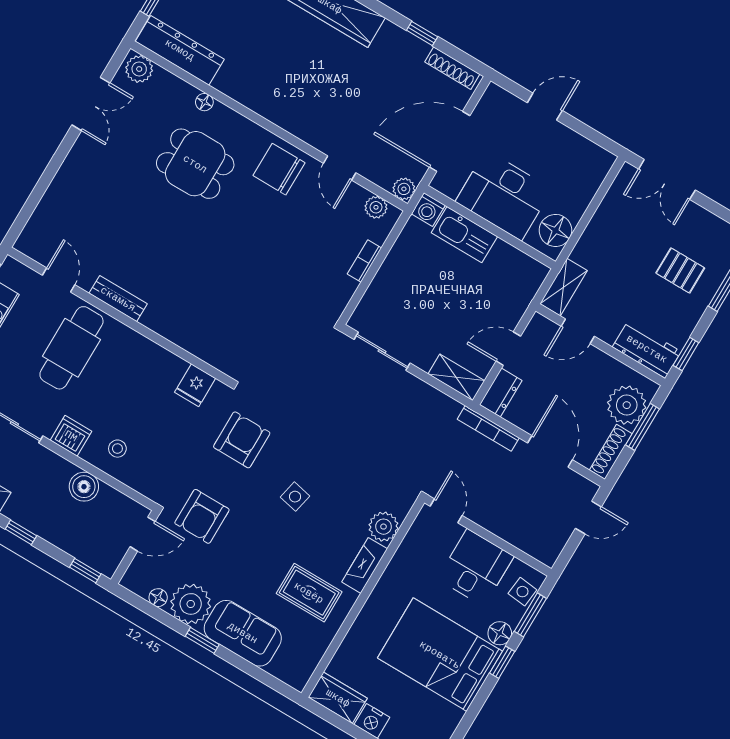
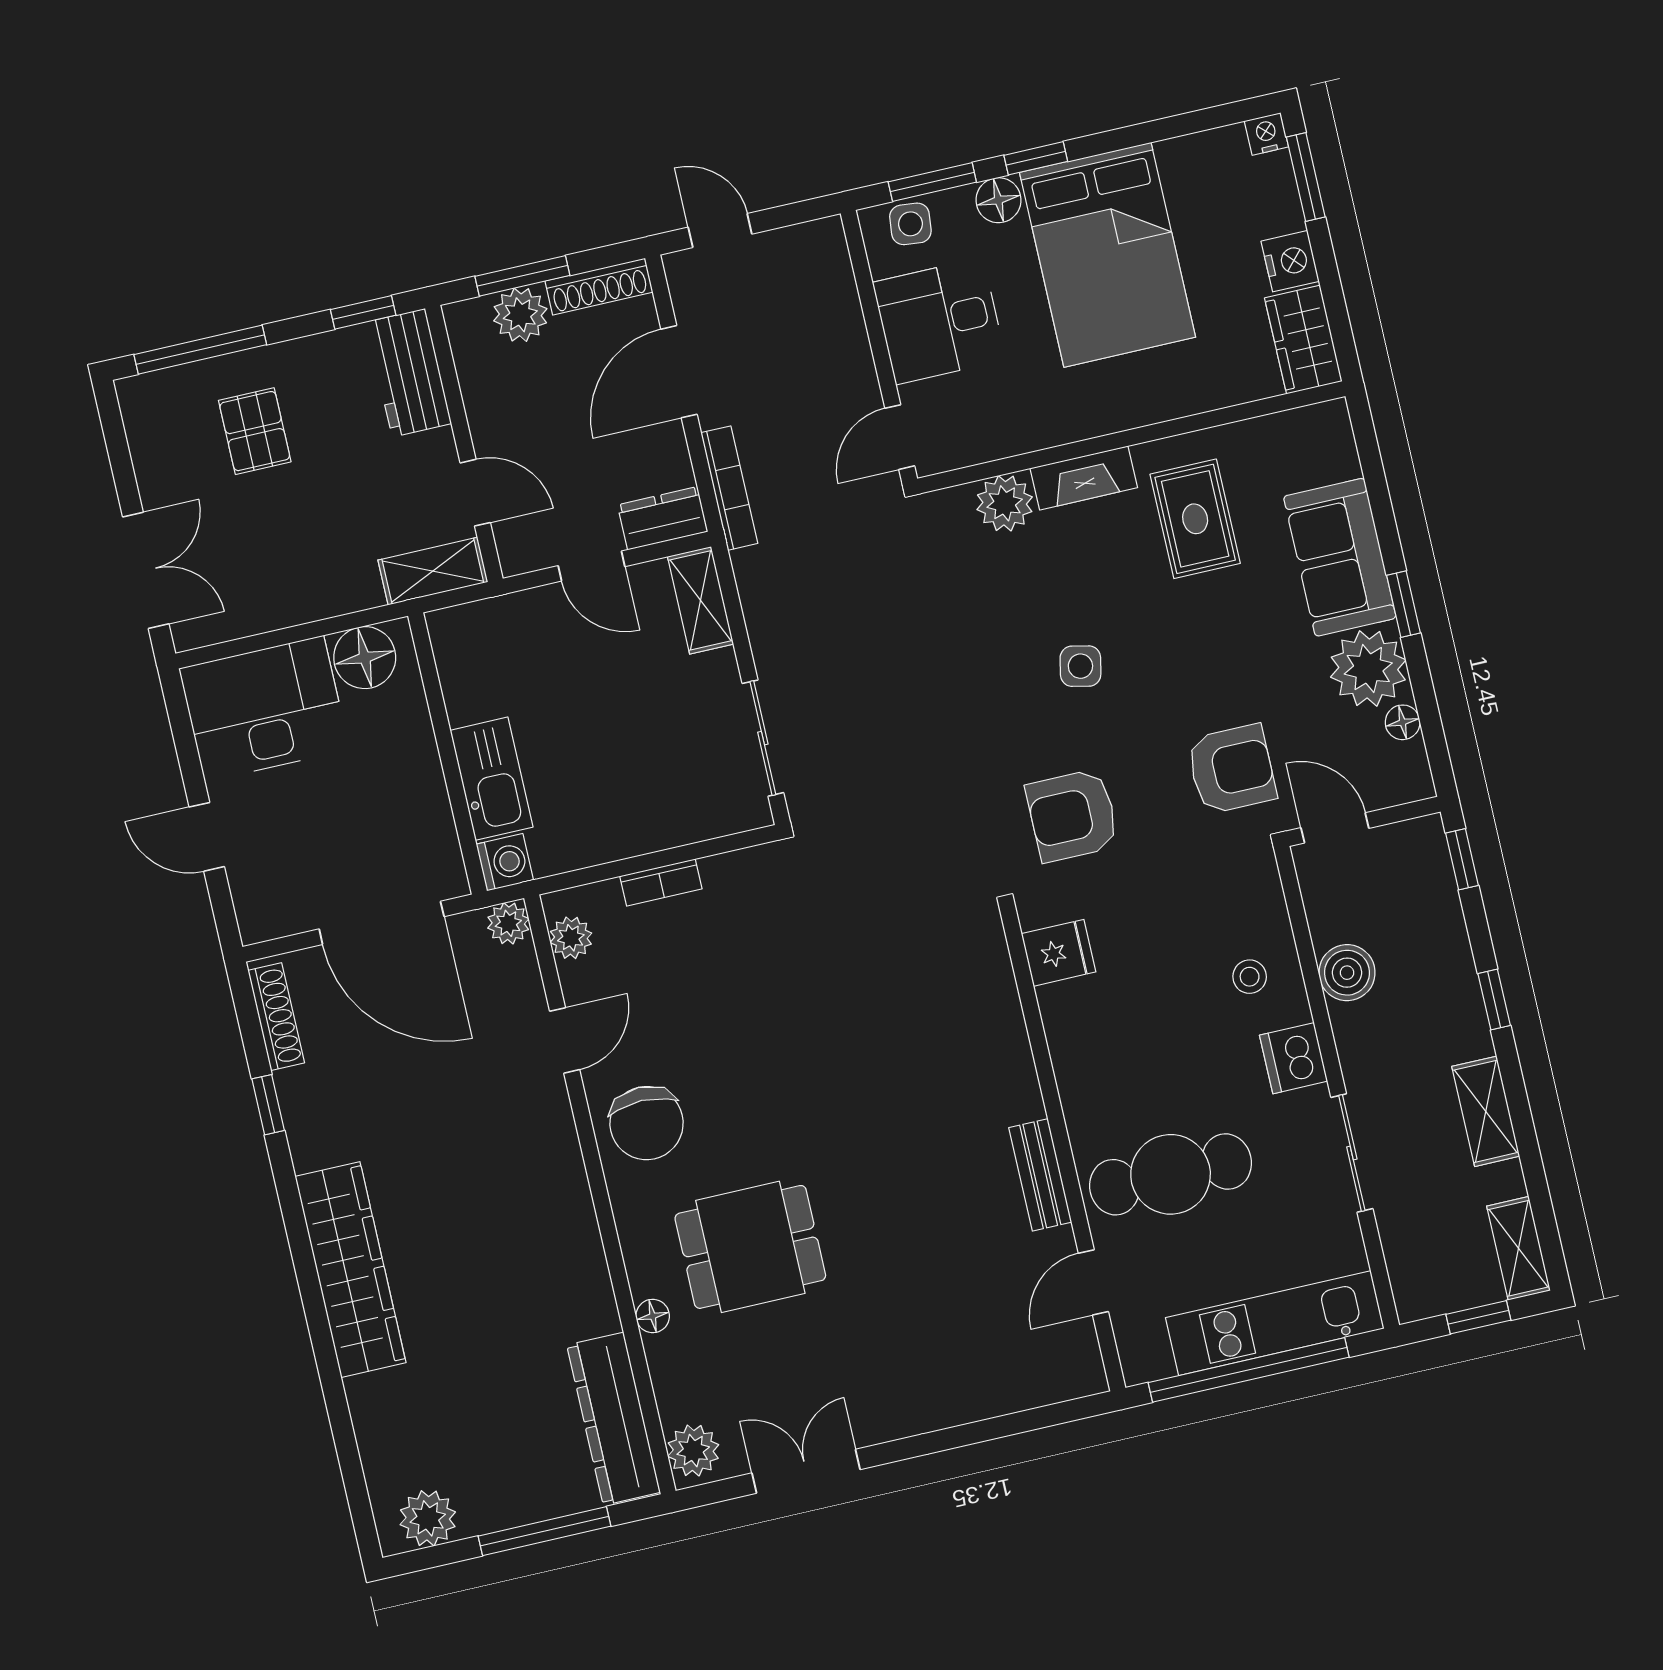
dining table: (195, 164) -> (750, 1247), turned 90
desk: (504, 195) -> (264, 709), moved, turned -90
plant: (627, 405) -> (520, 315), width x0.73, depth x0.73

